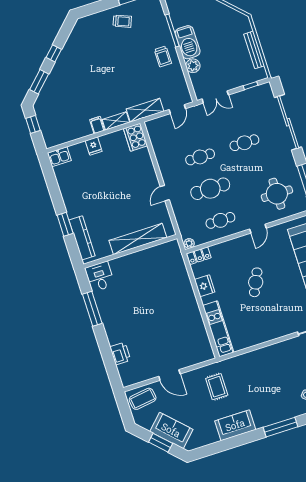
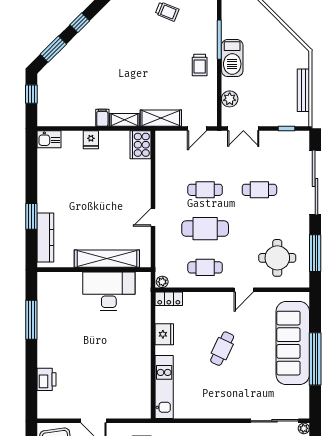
plant: (193, 66) -> (230, 99), moved
desk: (100, 277) -> (109, 291), moved, width x1.87, depth x1.30

